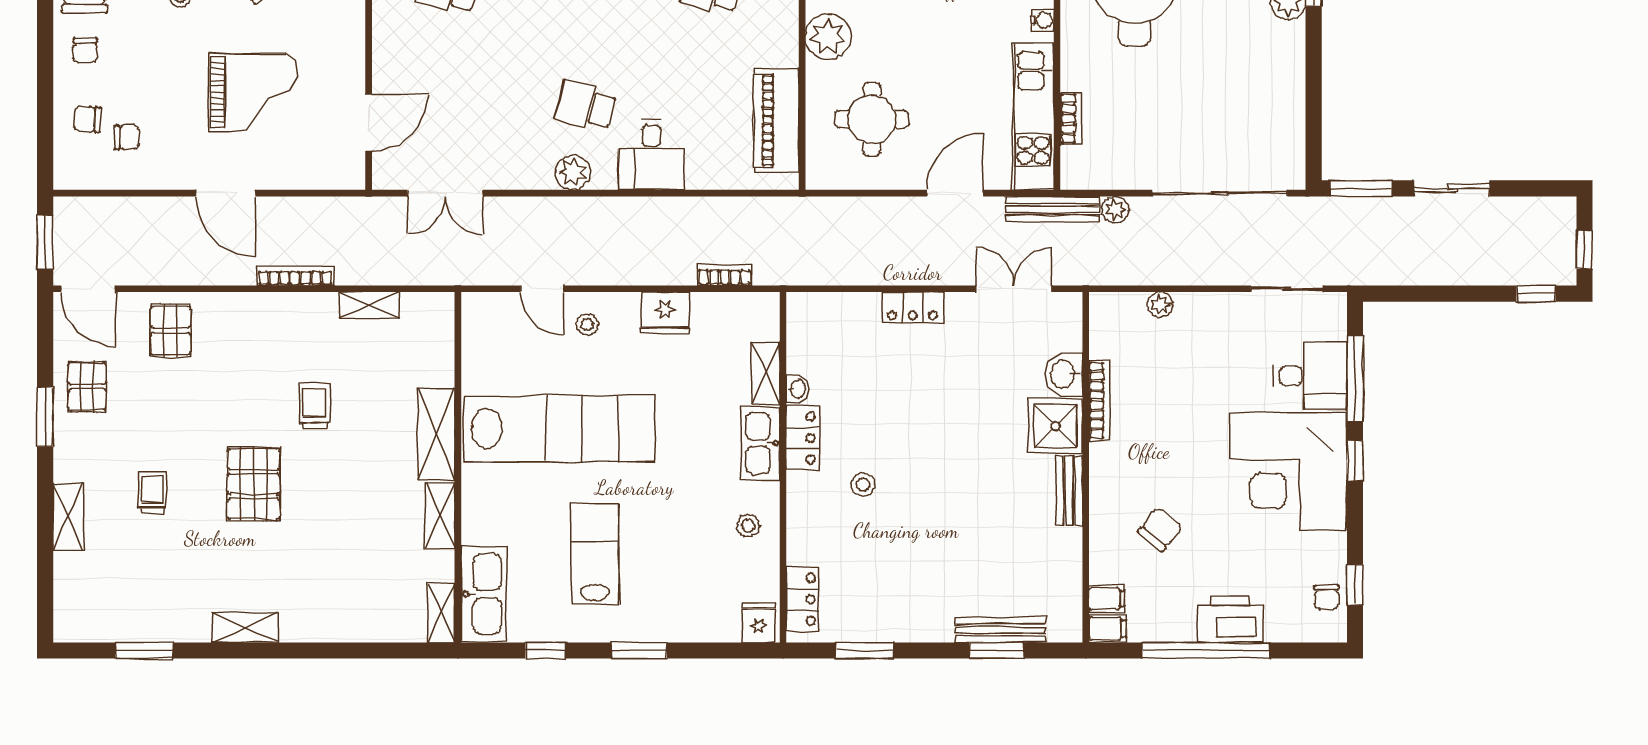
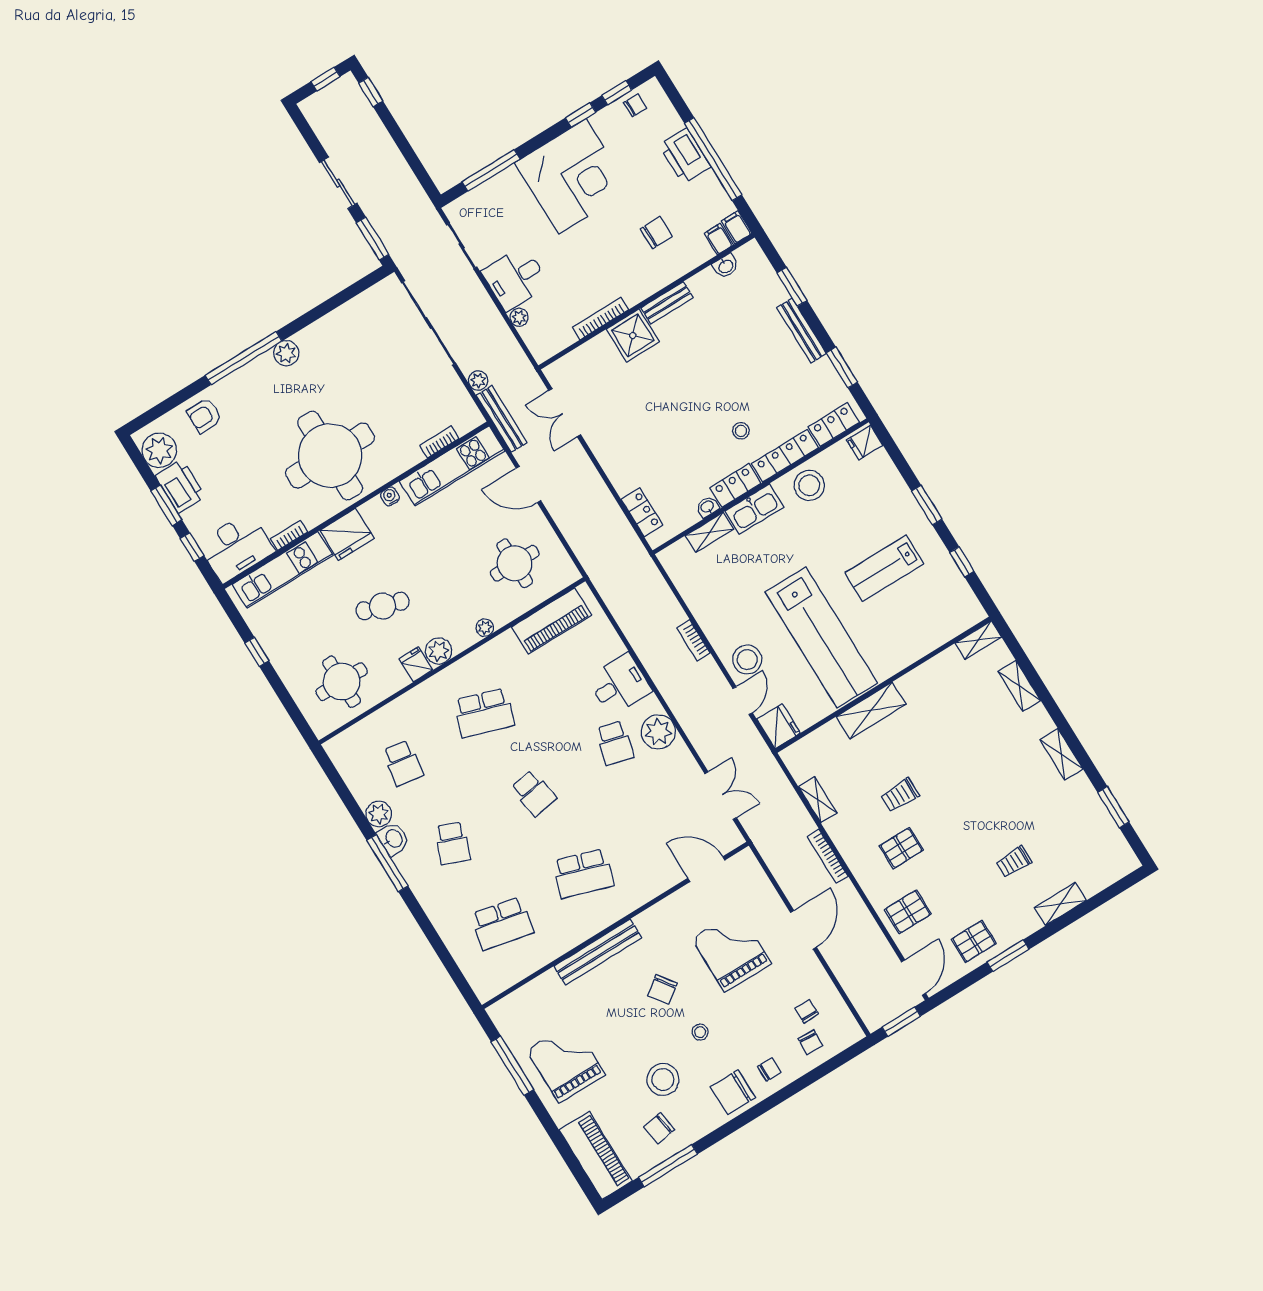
plant: (828, 37) -> (485, 628), width x0.53, depth x0.53
plant: (573, 173) -> (658, 732), width x1.36, depth x1.36
bookcase: (725, 275) -> (694, 640), moved
locker: (912, 307) -> (642, 512), moved
fridge: (665, 313) -> (779, 726), moved
stool: (587, 324) -> (747, 660), width x1.89, depth x1.89
washbasin: (1064, 374) -> (726, 266), moved, width x0.72, depth x0.69
desk: (1310, 376) -> (515, 278), moved, turned -90
lab bench: (559, 429) -> (821, 637), turned 180
window: (1355, 461) -> (581, 115), moved
pallet: (254, 484) -> (901, 848), moved, width x0.67, depth x0.71
shelving: (440, 515) -> (1019, 686), moved, turned 90
locker: (801, 519) -> (785, 456), added
stool: (748, 526) -> (809, 485), width x1.89, depth x1.89
chair: (1160, 529) -> (656, 233), turned 141
kitchen sink: (484, 594) -> (951, 621), removed
bench: (1000, 630) -> (802, 331), moved

